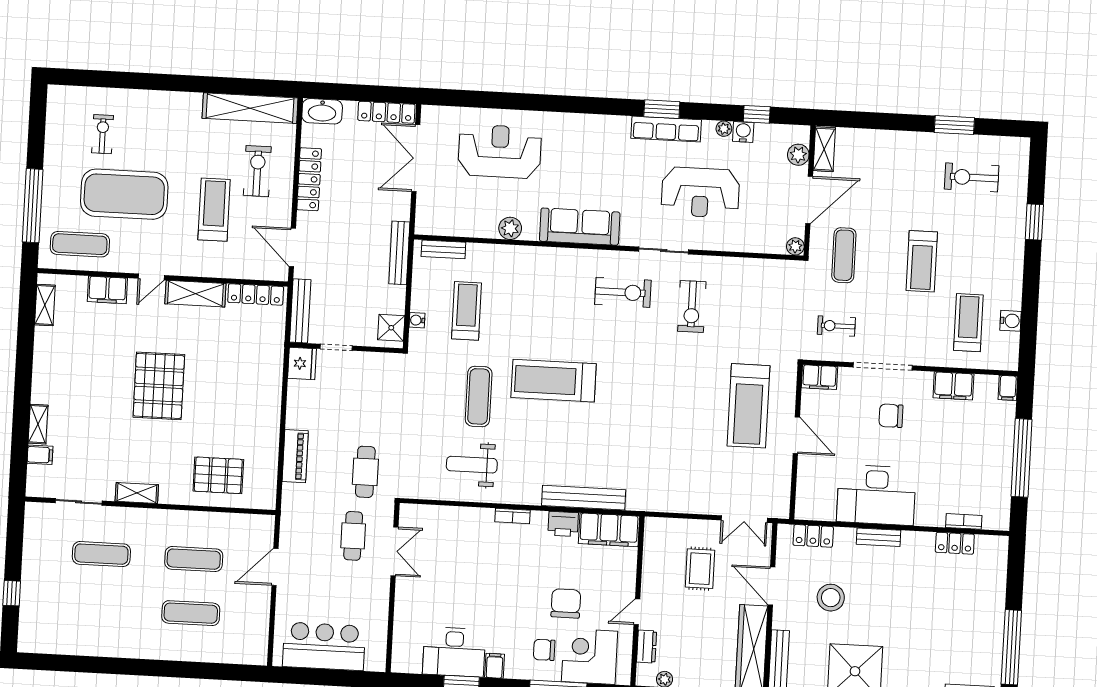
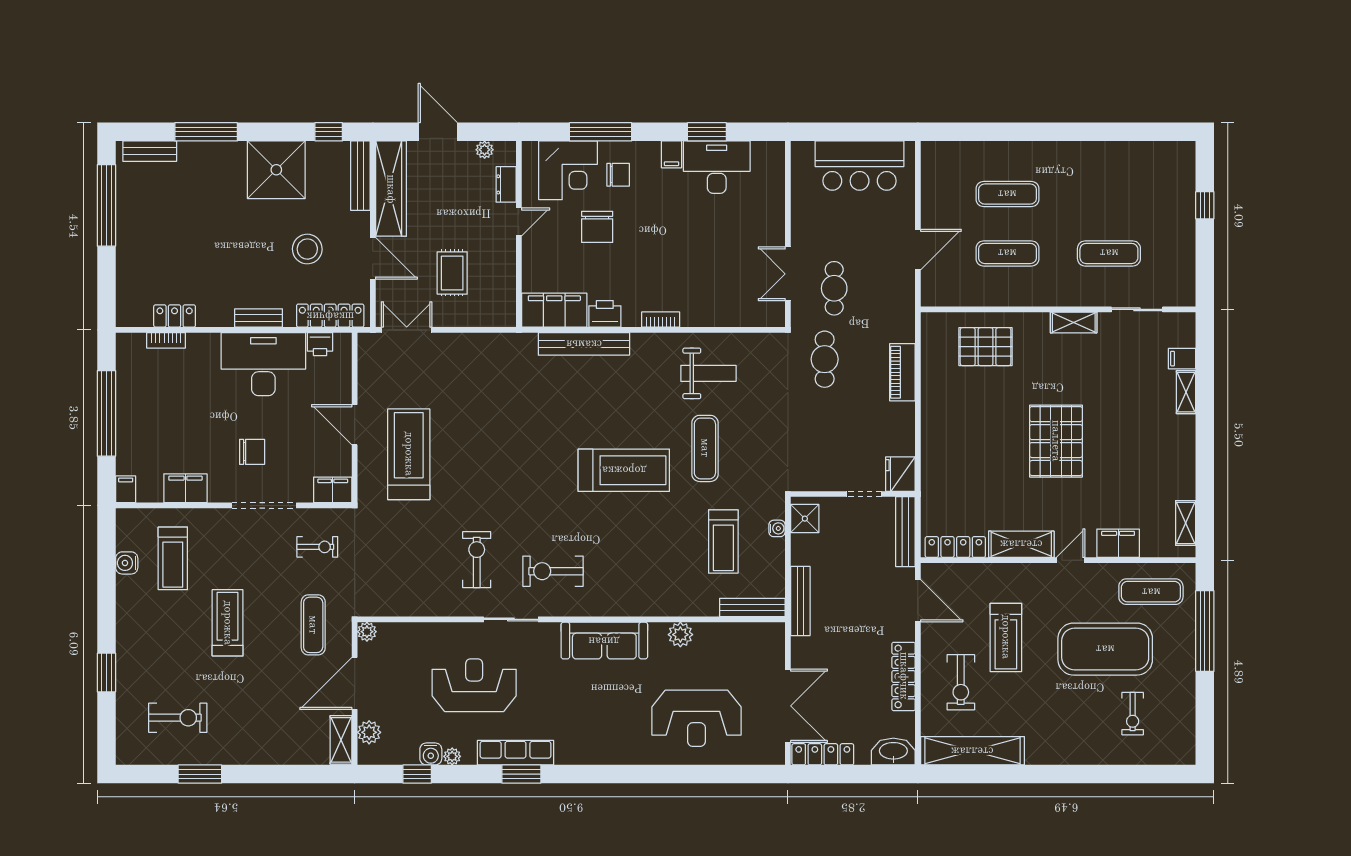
bench: (443, 249) -> (752, 608), width x1.36
printer: (824, 510) -> (320, 344), added
locker: (813, 536) -> (330, 316), width x1.53

